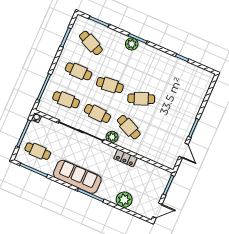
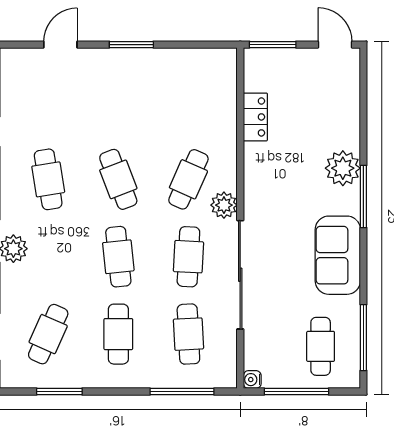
cafe table: (154, 70) -> (48, 179), added
door: (184, 150) -> (60, 45), moved
locker: (125, 158) -> (255, 117), moved
sofa: (77, 177) -> (338, 255), width x0.73
plant: (124, 200) -> (343, 168), moved

